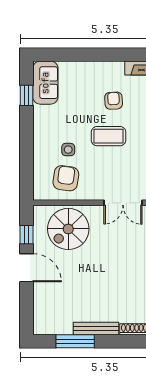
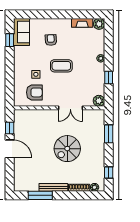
armchair: (114, 101) -> (51, 40), moved
armchair: (66, 178) -> (34, 92), turned 82
spiral stairs: (68, 229) -> (67, 149), moved

